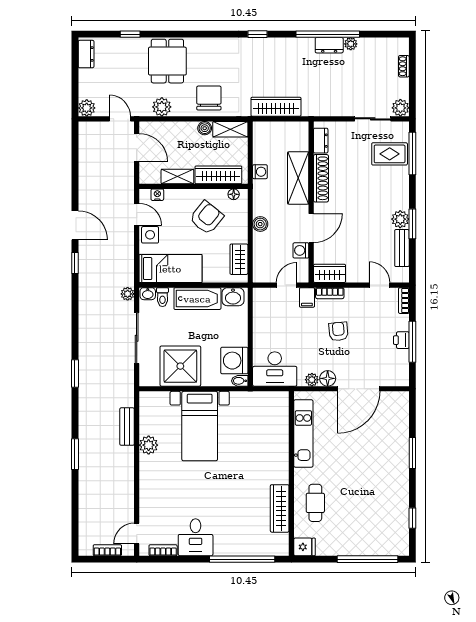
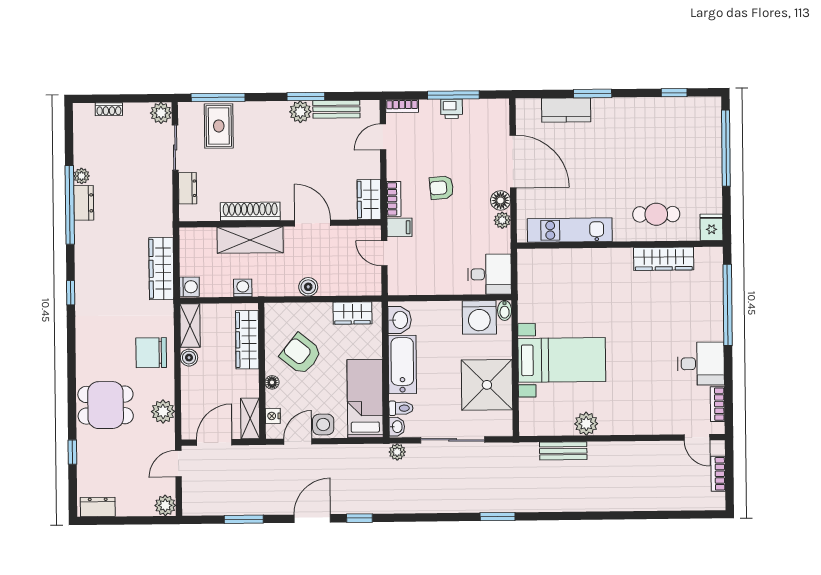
dresser: (321, 141) -> (188, 188), moved, turned 90
shelving: (177, 177) -> (250, 418), moved
floor lamp: (234, 194) -> (272, 382), moved
washing machine: (301, 250) -> (189, 287), moved, turned -90
desk: (275, 369) -> (489, 274), width x0.73
kitchen counter: (399, 432) -> (566, 110), added
window: (75, 454) -> (244, 519), moved

